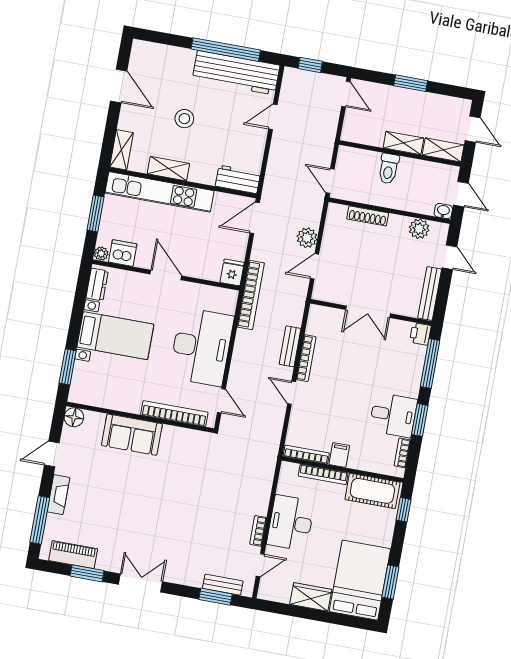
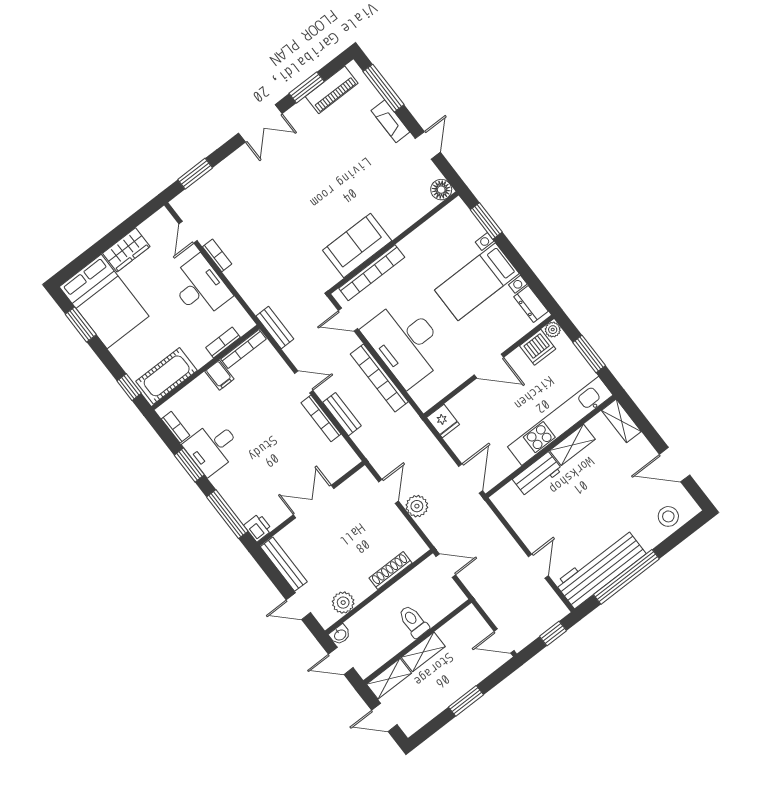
stool: (184, 119) -> (668, 516), moved
workbench: (238, 179) -> (537, 475), moved
bookcase: (251, 295) -> (379, 378), moved
sofa: (132, 435) -> (357, 245), moved
bookcase: (323, 474) -> (223, 342), width x0.64
bench: (223, 585) -> (275, 327), moved, turned 90

